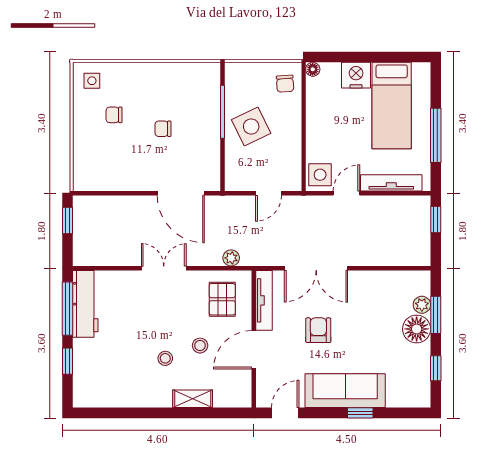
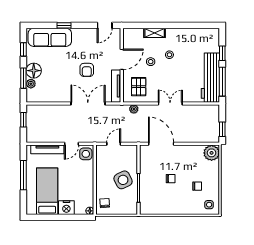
plant: (87, 177) -> (212, 153), added
window: (436, 219) -> (23, 120), moved
double door: (164, 268) -> (170, 103), swing flipped
workbench: (85, 304) -> (210, 78), width x1.36, depth x1.32
sofa: (345, 391) -> (50, 37), moved

